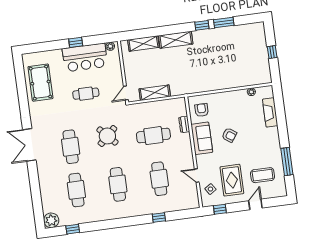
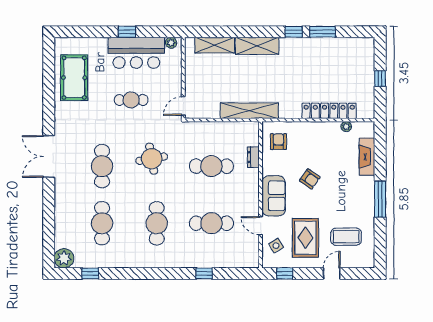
locker: (237, 82) -> (329, 111), added
shelving: (155, 93) -> (249, 111), moved, width x1.47
round table: (107, 136) -> (152, 159), turned 33
sofa: (202, 138) -> (274, 196), moved
window: (287, 162) -> (380, 199), moved
cafe table: (159, 179) -> (211, 223), turned 90

